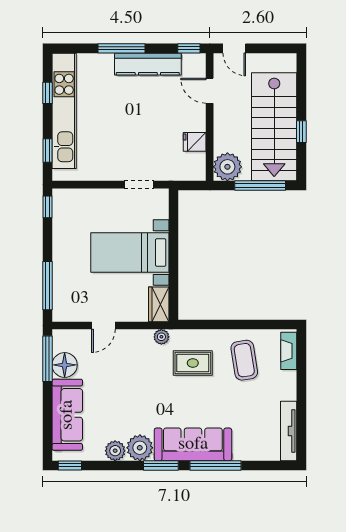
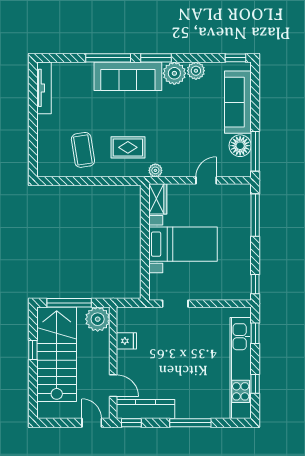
kitchen counter: (148, 64) -> (146, 409), moved
fireplace: (289, 351) -> (44, 158), removed

